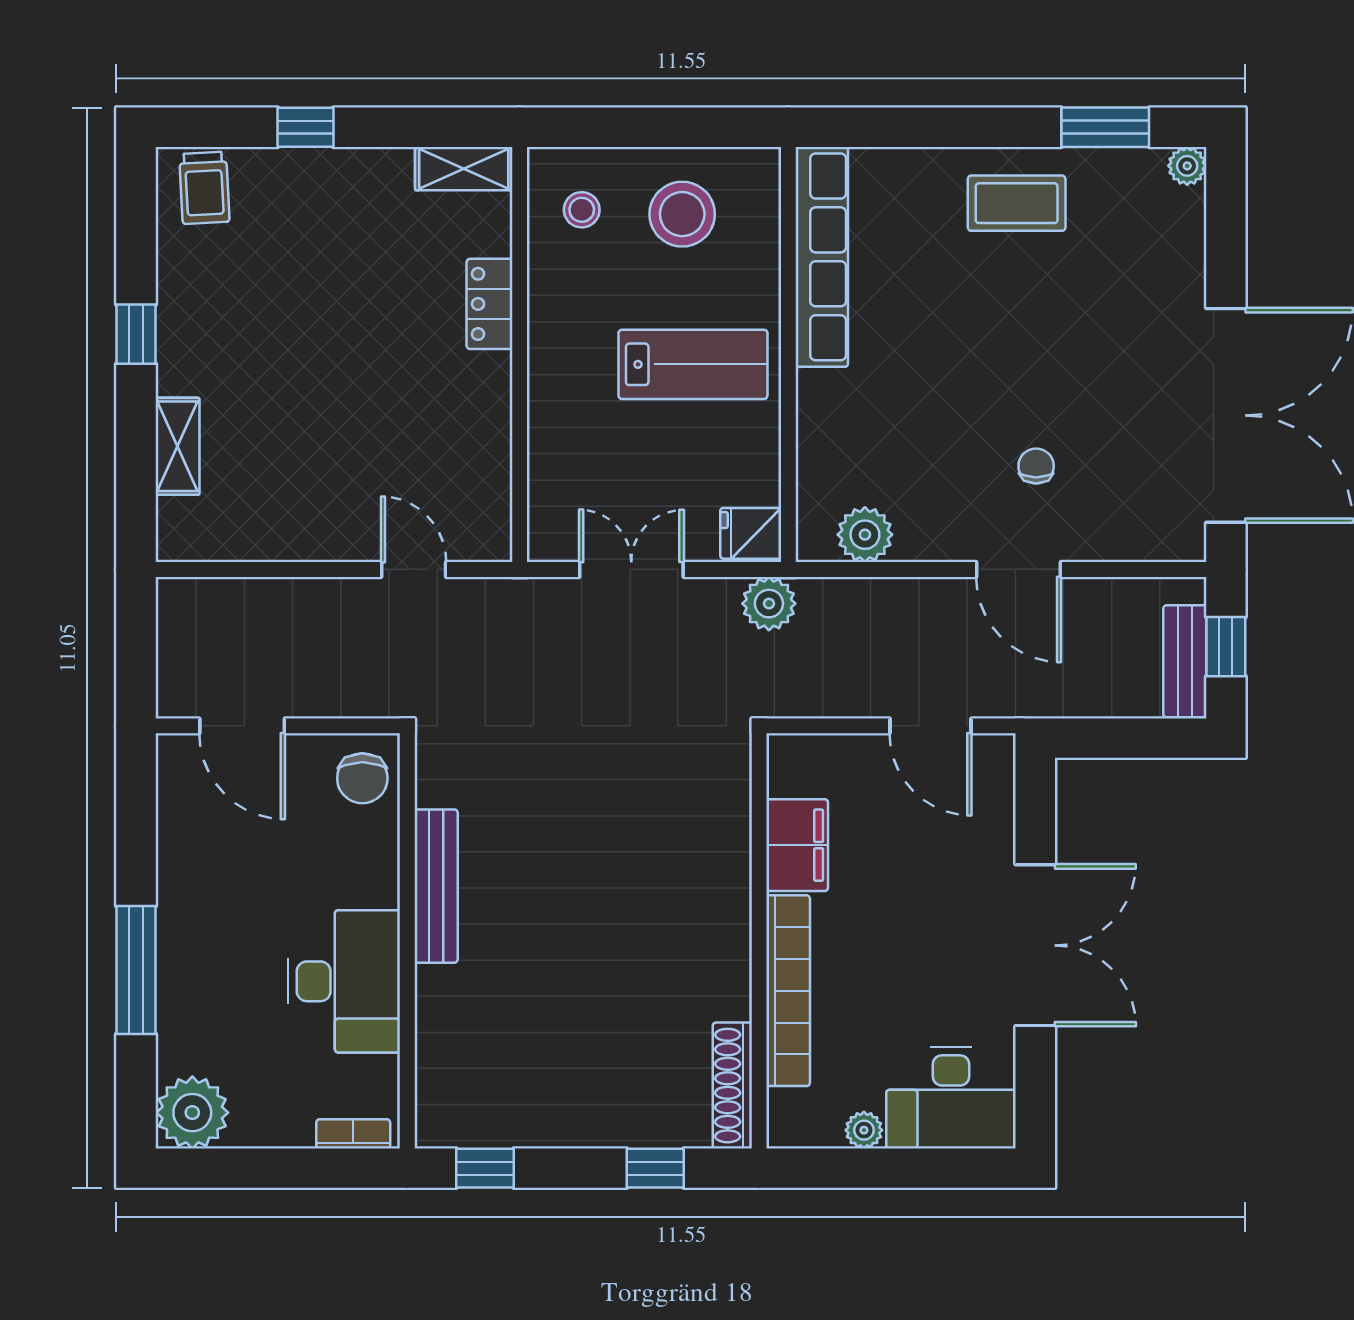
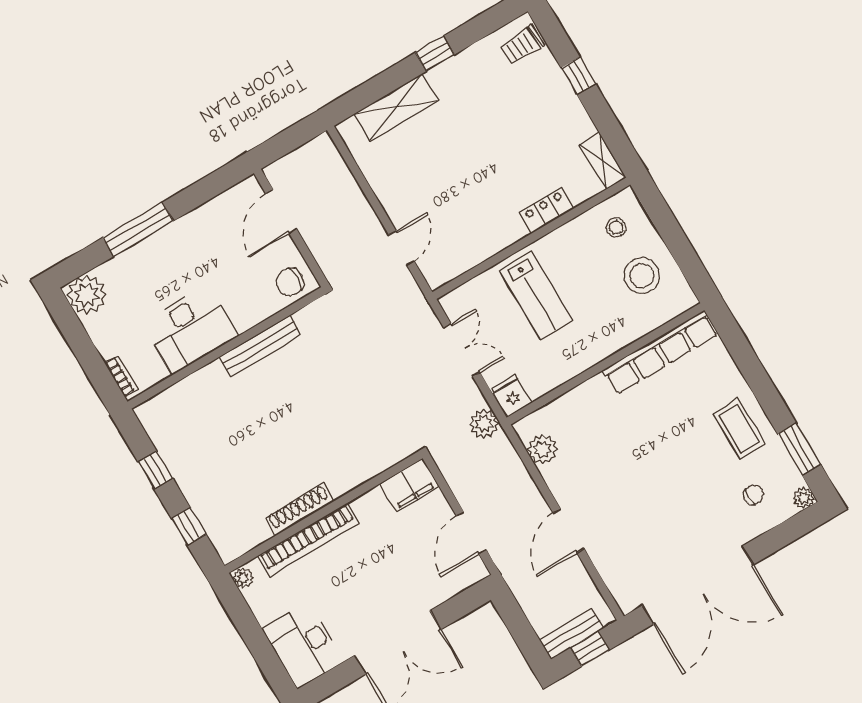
lab bench: (693, 364) -> (536, 296), moved
shelving: (177, 446) -> (396, 107), width x1.50, depth x1.33
chair: (1036, 466) -> (753, 495), moved
filing cabinet: (797, 845) -> (410, 485), moved
shoe rack: (732, 1086) -> (300, 509), moved
plant: (864, 1130) -> (243, 578), moved
window: (485, 1168) -> (155, 470), moved

